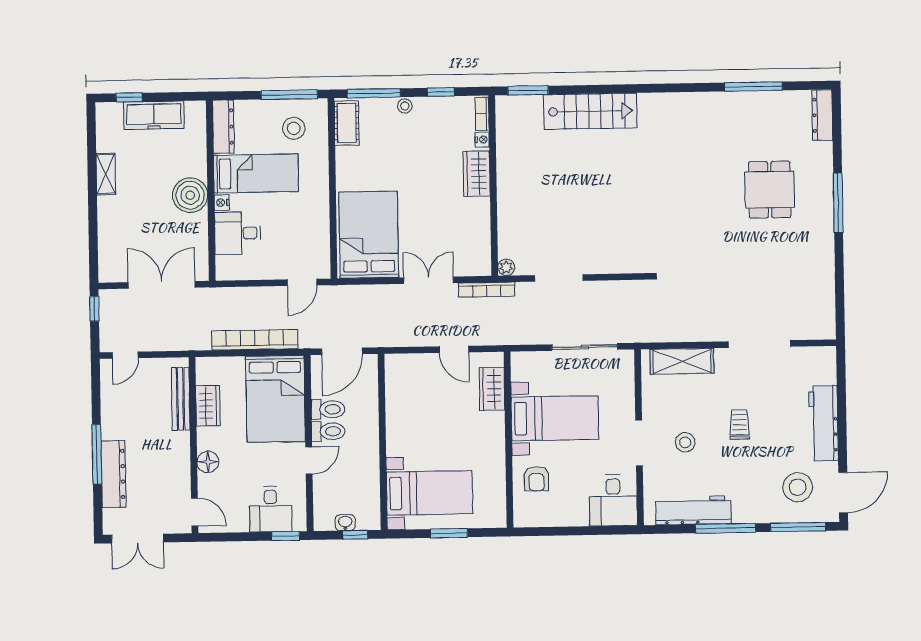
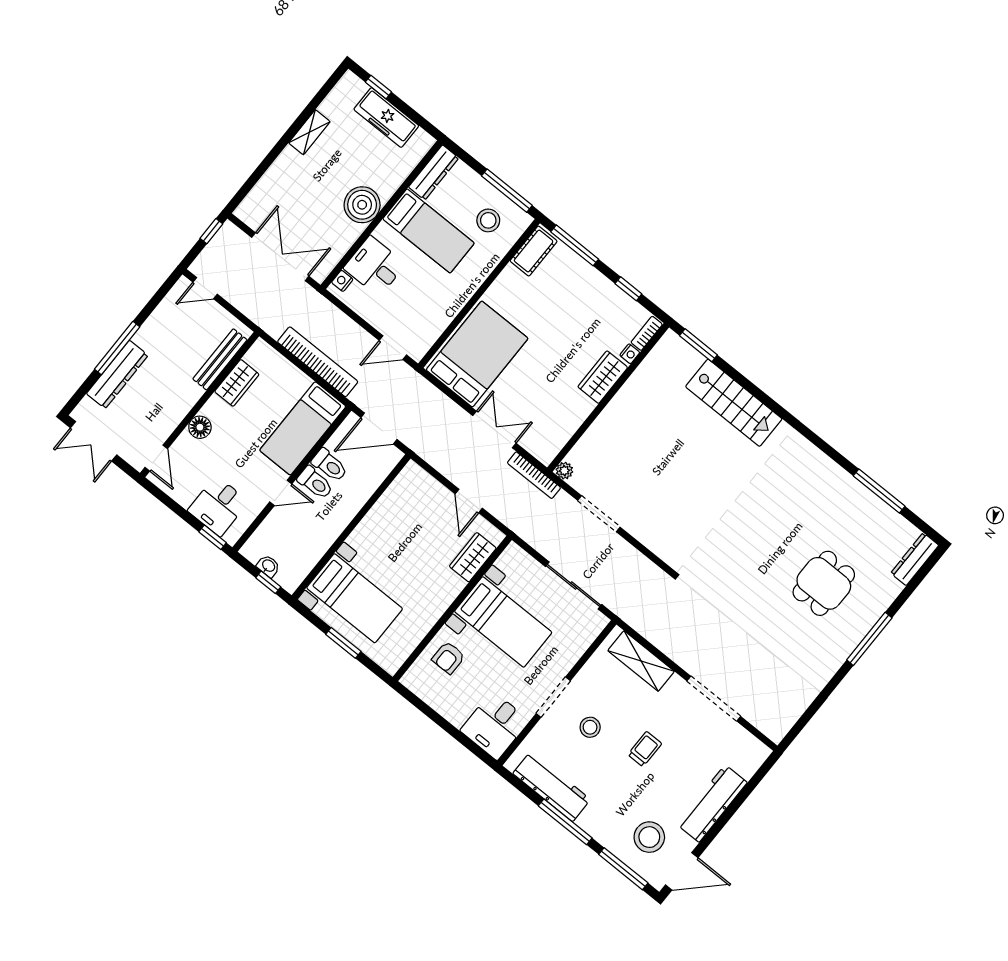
stool: (405, 106) -> (591, 276), removed
nightstand: (222, 203) -> (342, 281), moved
bed: (275, 399) -> (303, 428), width x0.67

